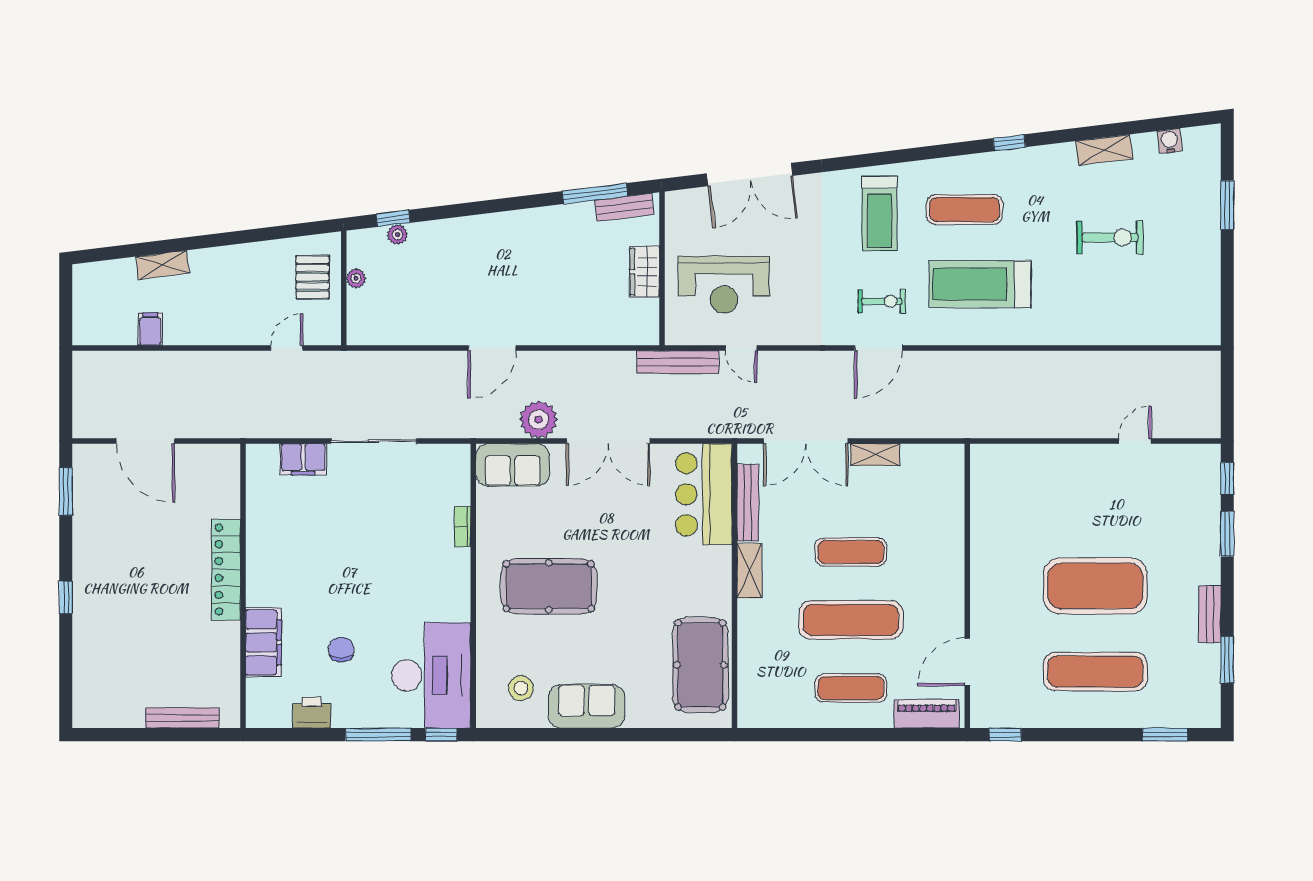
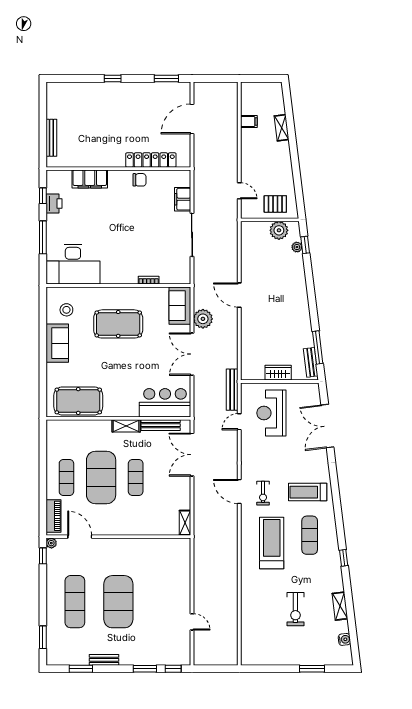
plant: (356, 278) -> (279, 230), width x1.88, depth x1.88
shelving: (875, 455) -> (185, 523), moved
locker: (226, 570) -> (151, 160), moved
pool table: (549, 586) -> (118, 324), turned 90
exercise mat: (851, 620) -> (101, 477), width x1.47
chair: (341, 650) -> (139, 180), moved
plant: (980, 718) -> (51, 543), added
window: (441, 735) -> (43, 196), moved

